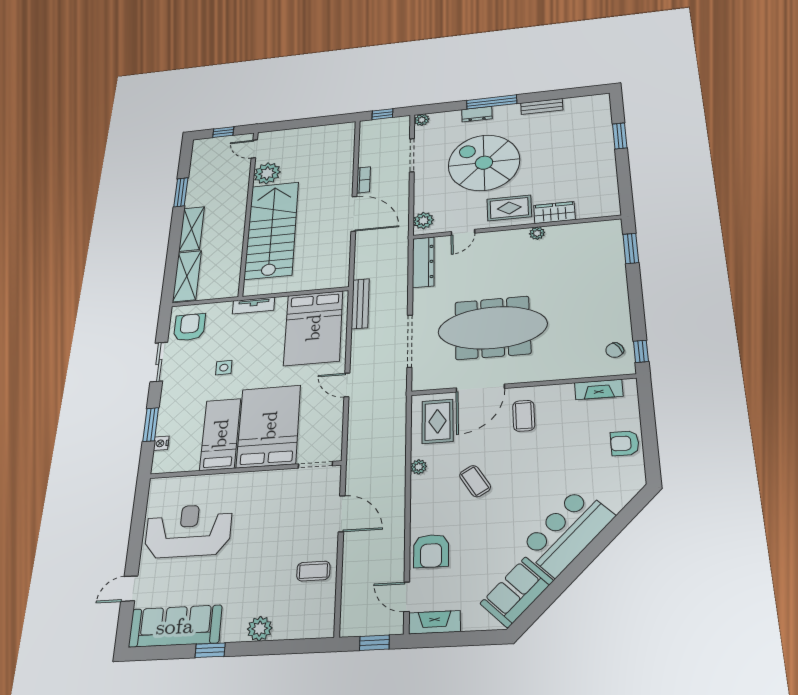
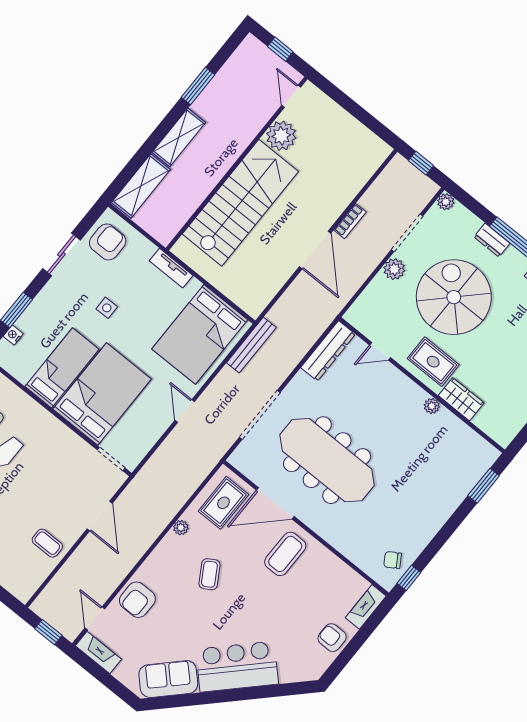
plant: (423, 221) -> (394, 269), moved
fireplace: (599, 389) -> (366, 607), moved, turned 90
coffee table: (524, 416) -> (285, 554), width x1.36, depth x1.30

